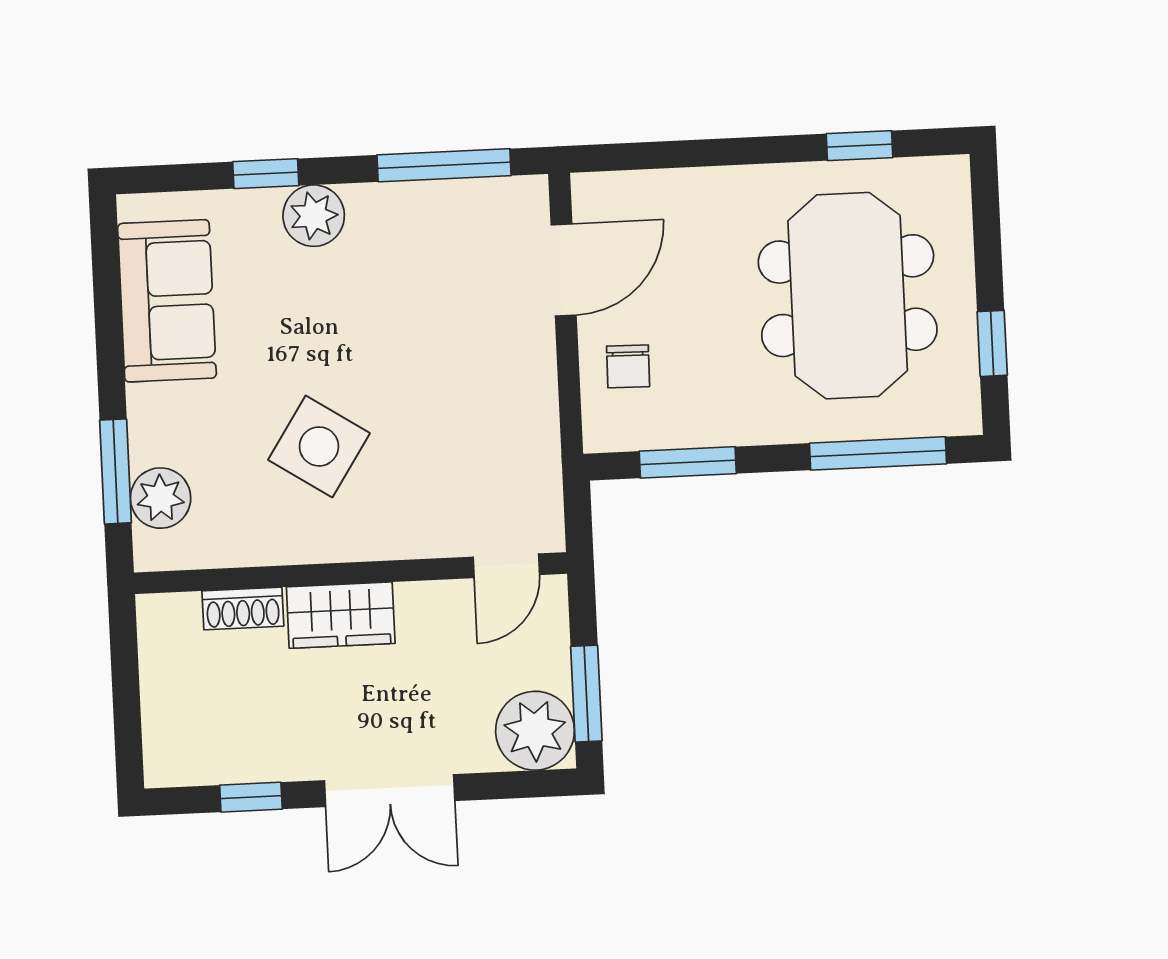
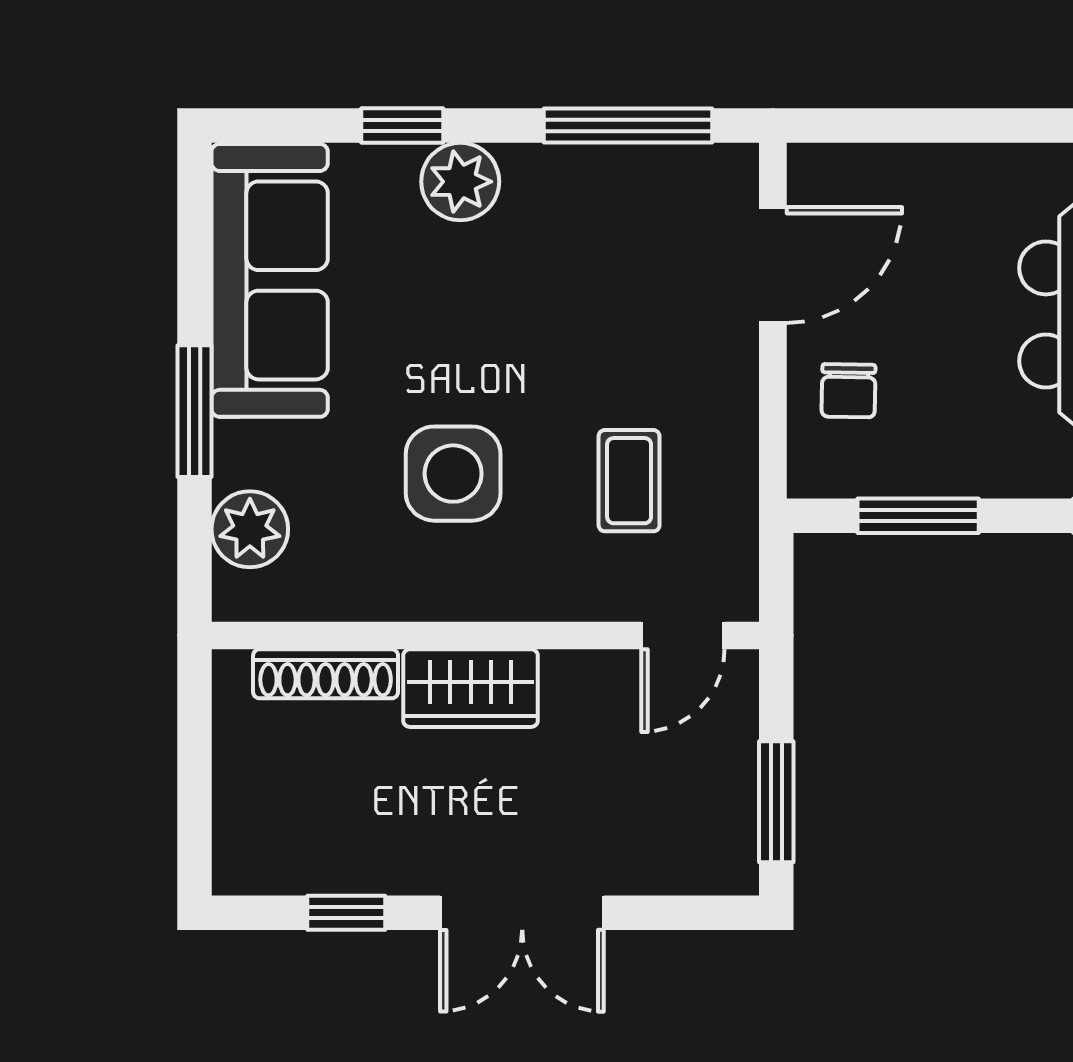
sofa: (167, 301) -> (270, 280), width x1.36
side table: (319, 446) -> (453, 474), turned -33
coffee table: (458, 446) -> (629, 481), added
window: (116, 471) -> (194, 411), moved
shoe rack: (243, 608) -> (326, 674), width x1.43
plant: (535, 731) -> (709, 846), removed

